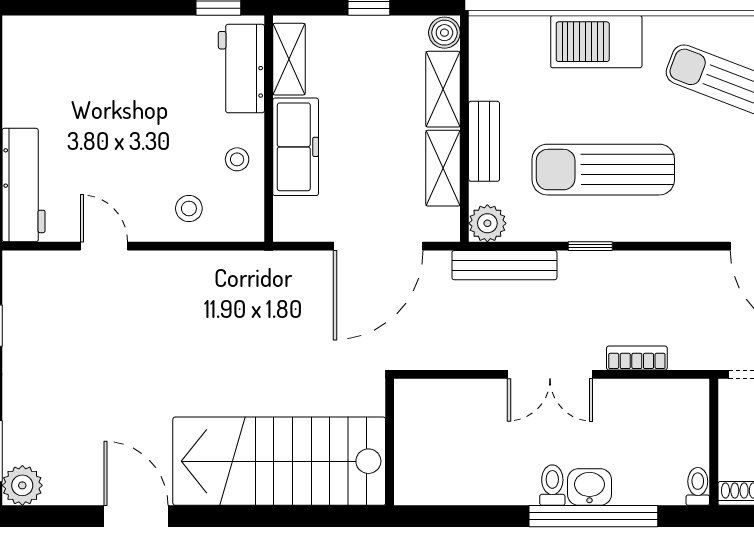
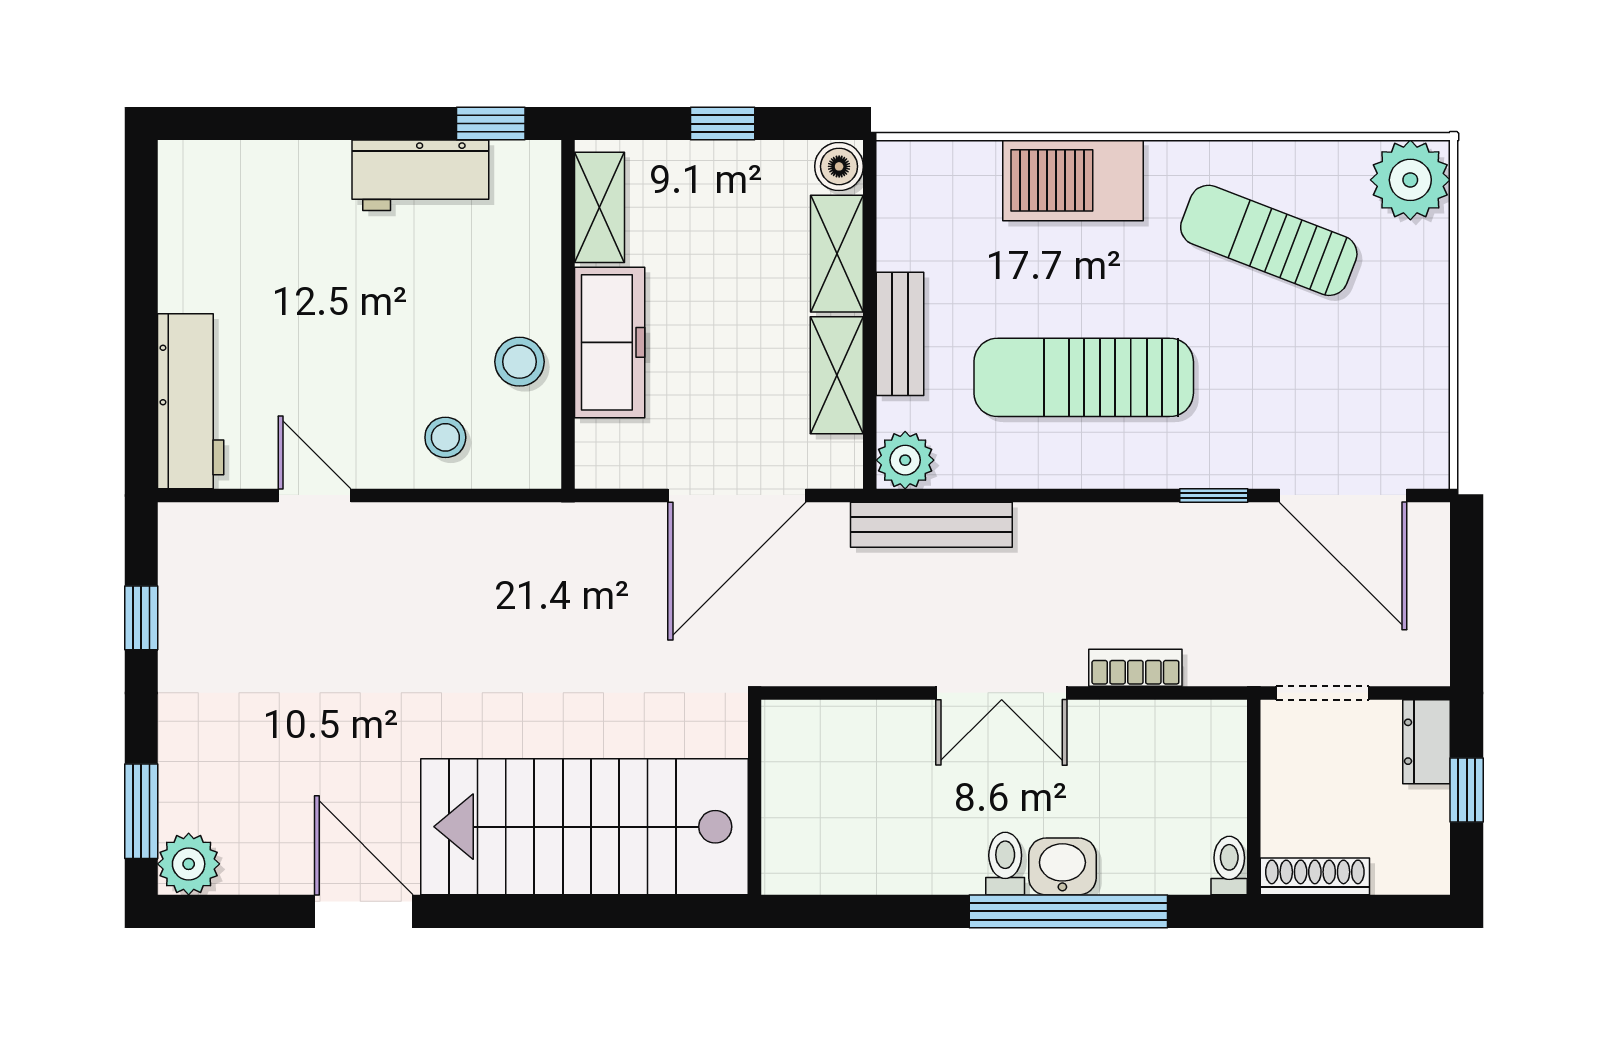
workbench: (241, 69) -> (420, 175), moved, turned -90
stool: (237, 159) -> (520, 362), width x1.37, depth x1.37
window: (590, 246) -> (1214, 495), moved

